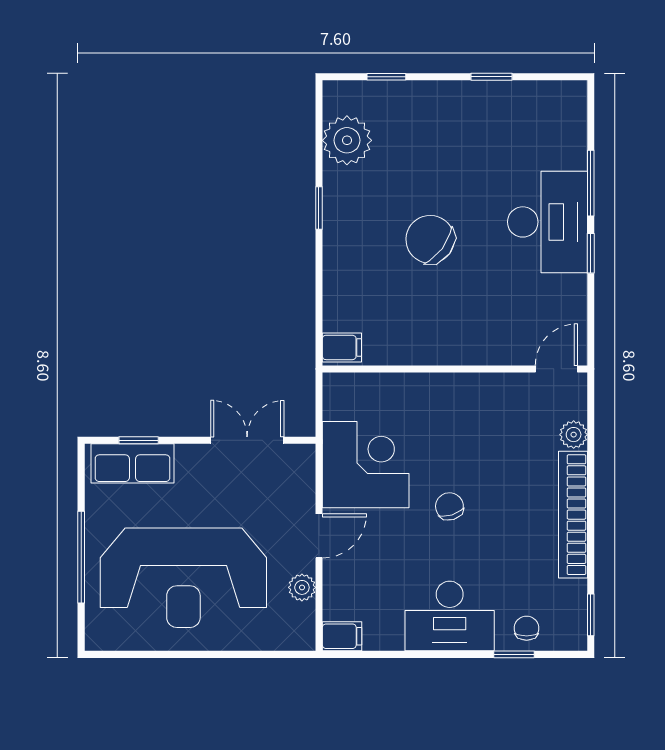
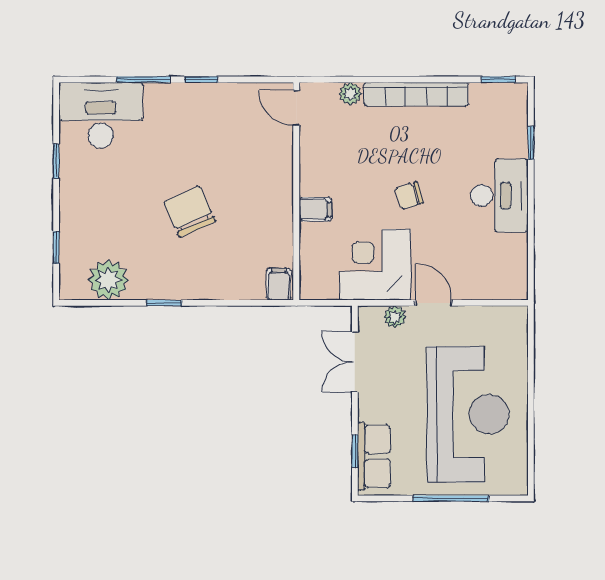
desk: (548, 222) -> (101, 115), moved
chair: (430, 239) -> (190, 212), turned 119
plant: (302, 587) -> (395, 317), moved
chair: (527, 628) -> (509, 132), removed
filing cabinet: (342, 636) -> (315, 209), moved, turned 90

